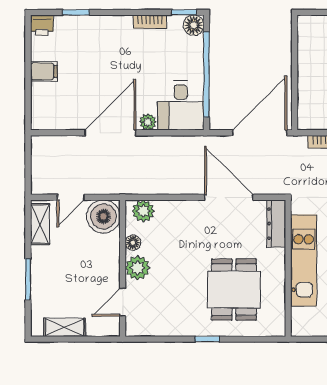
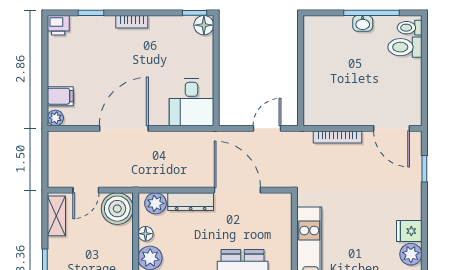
bookcase: (150, 22) -> (132, 22), moved
filing cabinet: (44, 71) -> (60, 96), moved
window: (206, 74) -> (216, 72), removed
plant: (148, 122) -> (55, 118), moved
door: (260, 133) -> (267, 128), width x0.53
dresser: (276, 224) -> (191, 202), moved, turned -90

